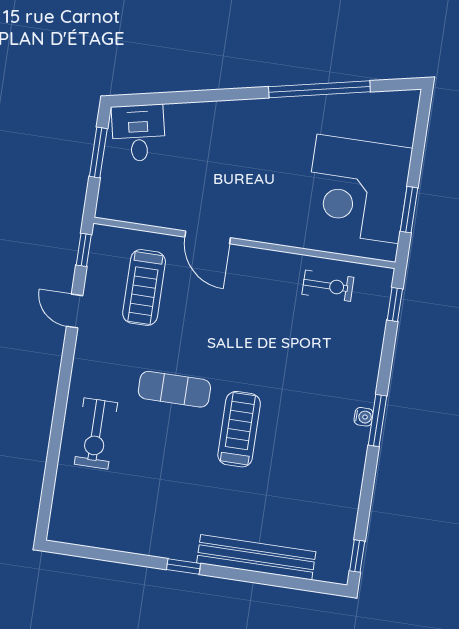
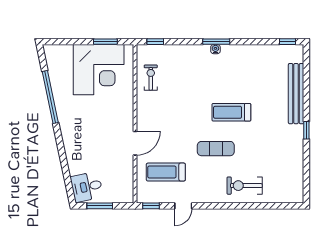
treadmill: (144, 288) -> (166, 172), turned 180
exercise mat: (174, 389) -> (216, 149), turned 90
exercise bike: (96, 433) -> (245, 186), turned 180

